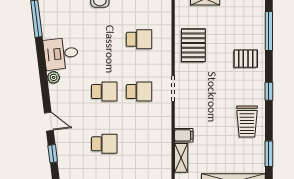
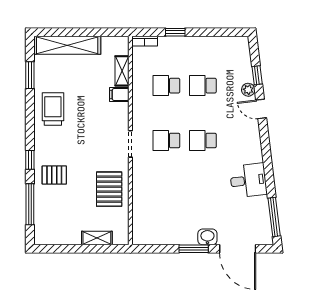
school desk: (139, 39) -> (166, 86), moved
plant: (54, 77) -> (248, 90), moved
window: (269, 91) -> (30, 160), moved

